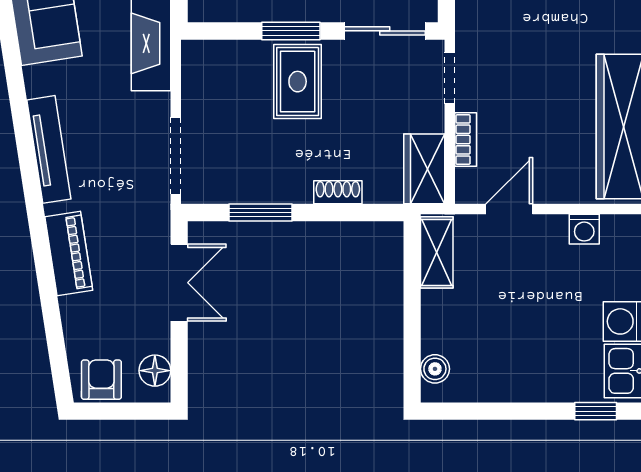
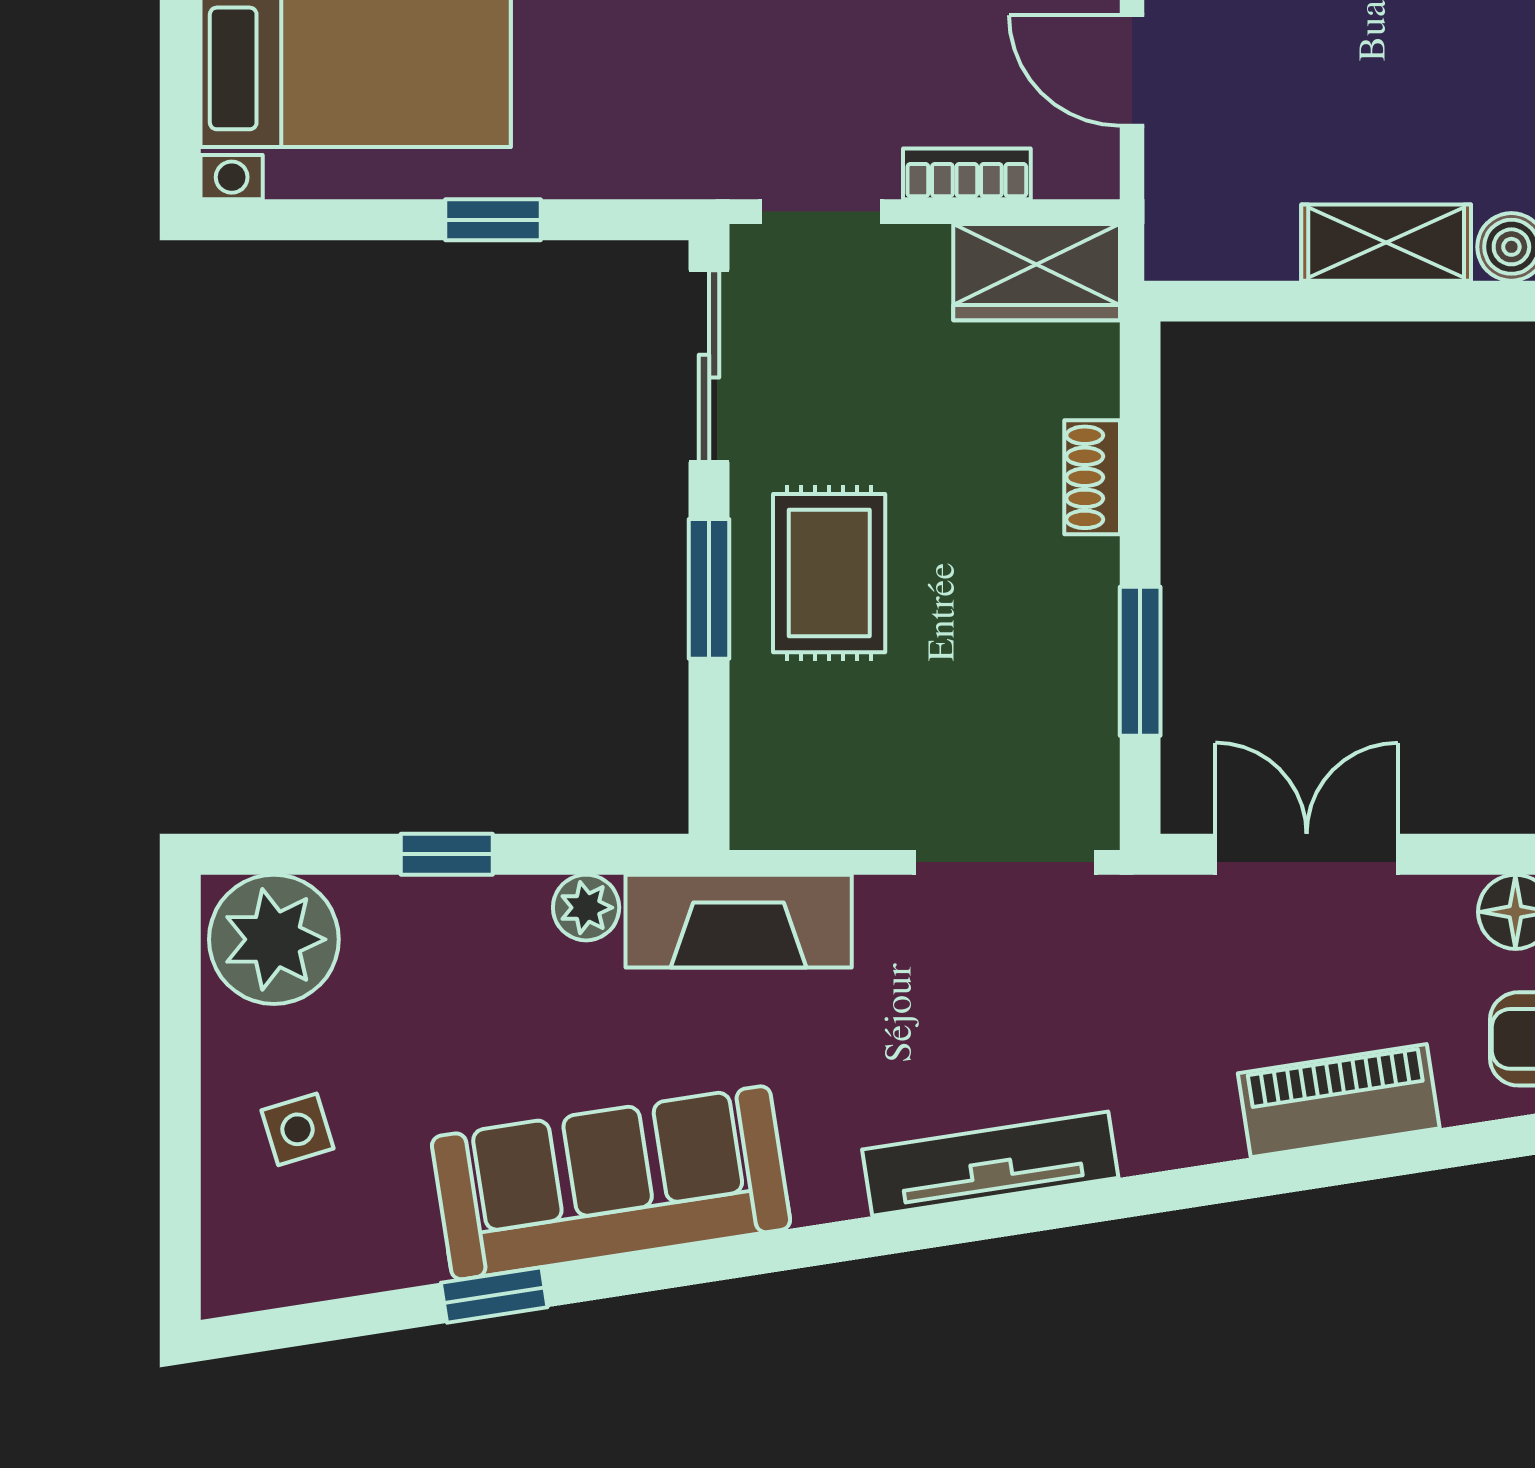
rug: (298, 82) -> (829, 573), turned 90
shelving: (437, 252) -> (1386, 243), moved
piano: (69, 253) -> (1339, 1101), moved

